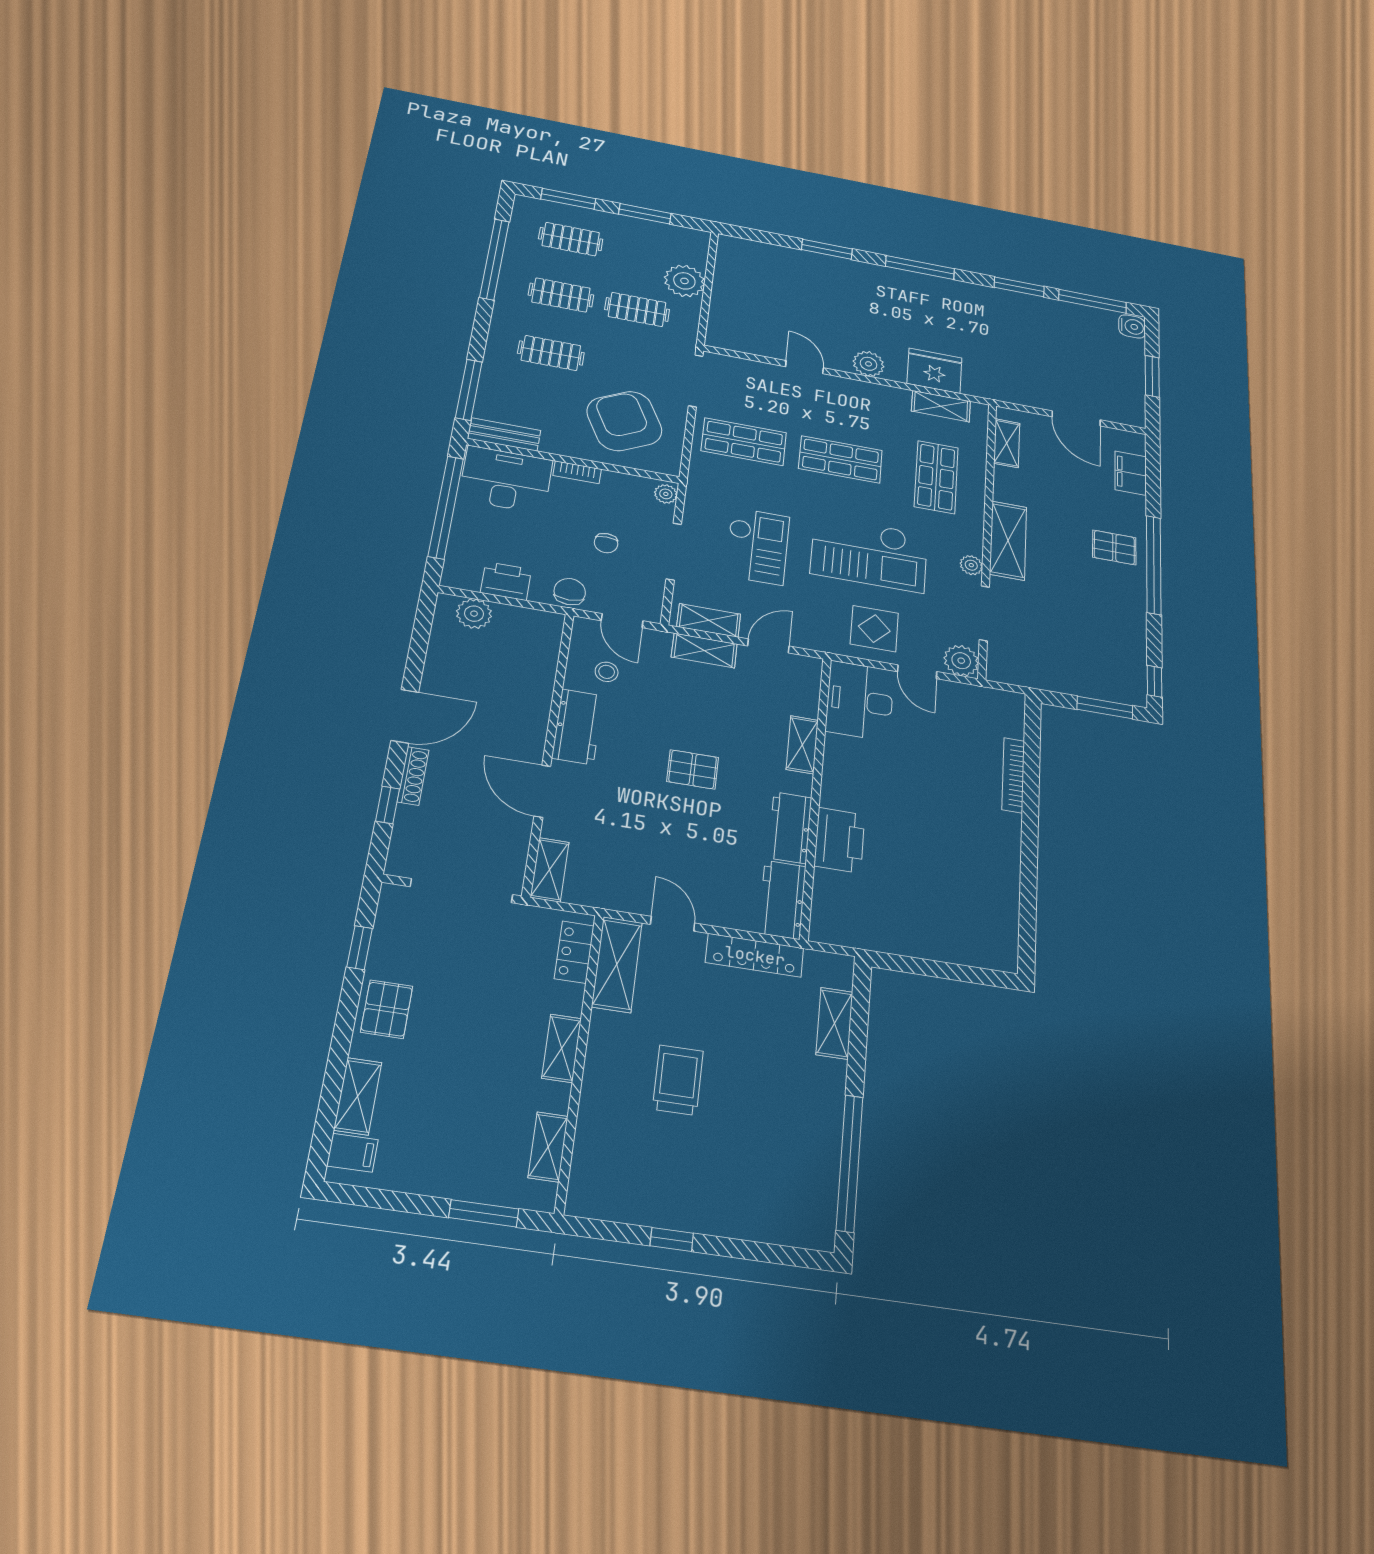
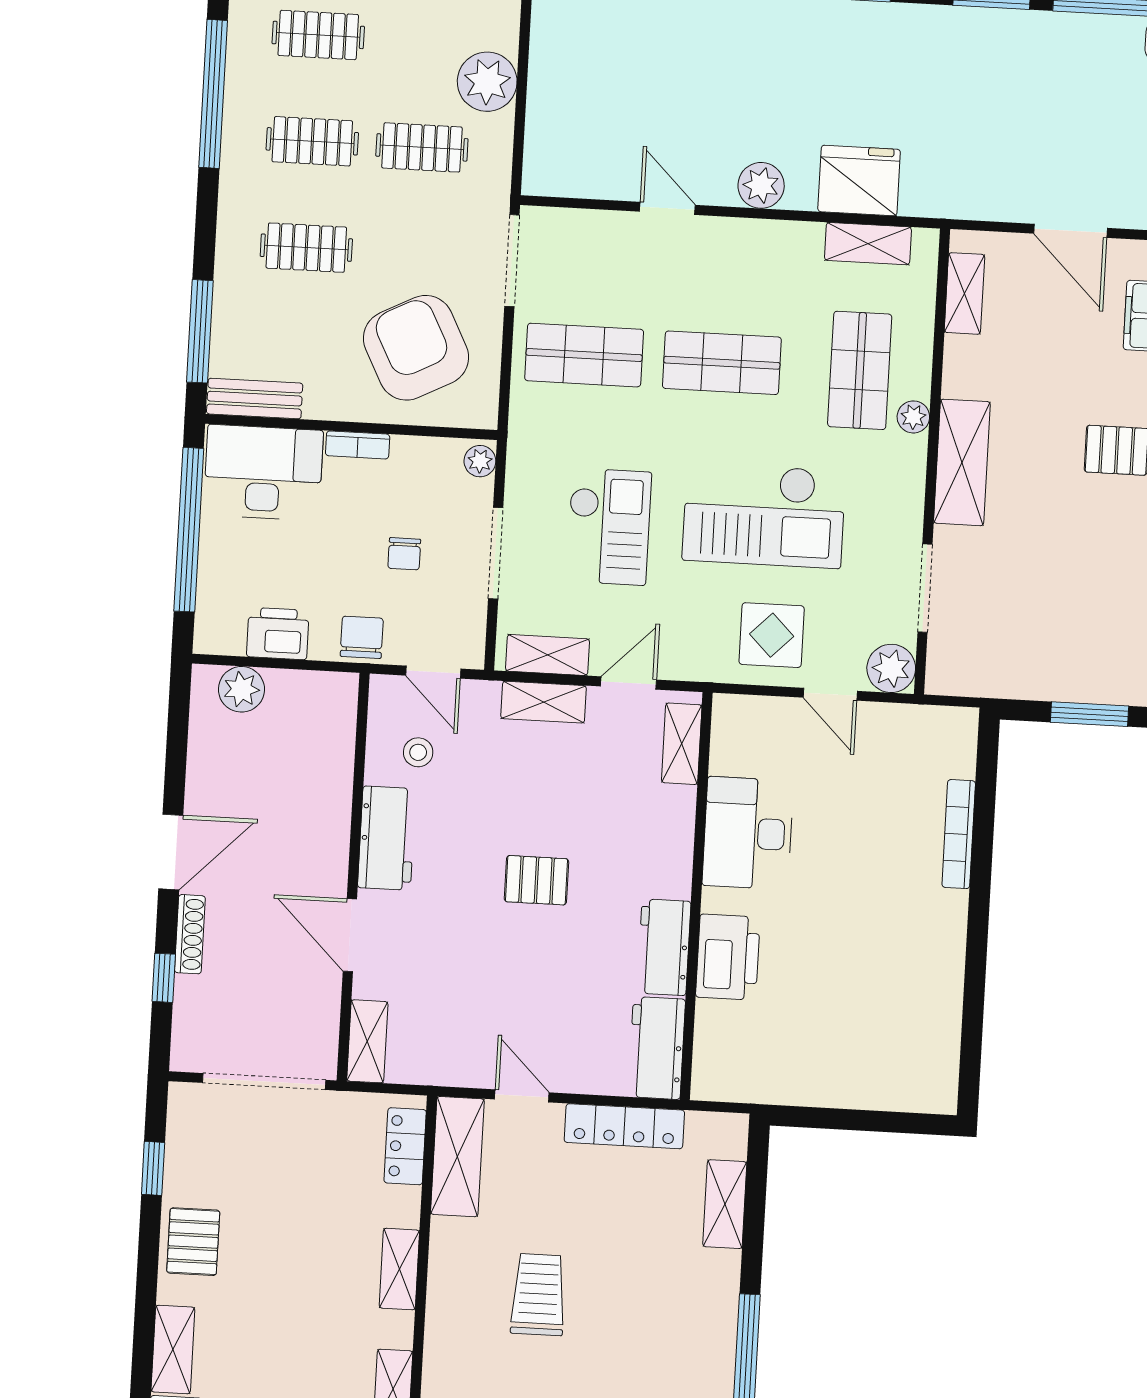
plant: (971, 565) -> (913, 417), moved
desk: (860, 701) -> (748, 833), moved
shelving: (802, 745) -> (682, 744), moved

